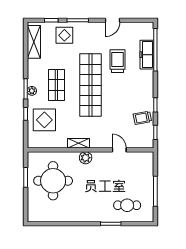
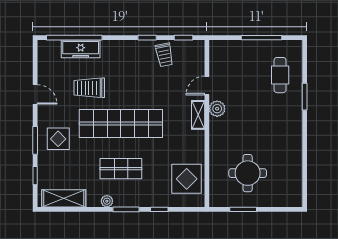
display table: (64, 35) -> (58, 139), moved
plant: (32, 91) -> (107, 201), moved
display table: (44, 120) -> (187, 179), moved
shelving: (79, 143) -> (198, 115), moved
plant: (86, 158) -> (217, 109), moved
round table: (53, 181) -> (248, 173), width x0.73, depth x0.73

